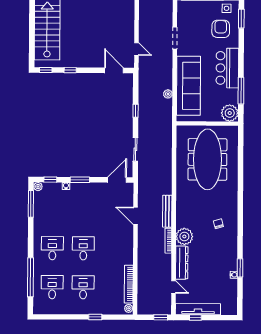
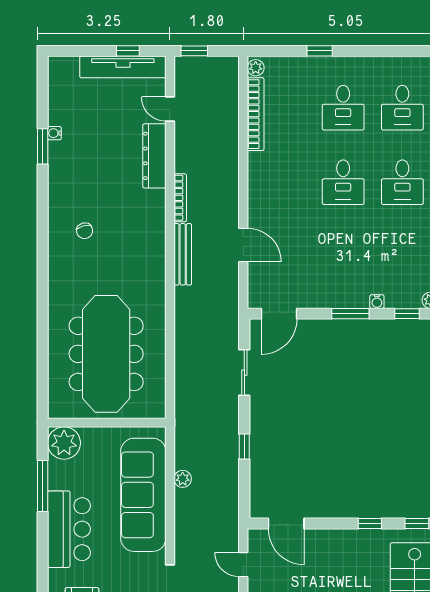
plant: (184, 236) -> (150, 206), removed

